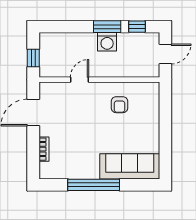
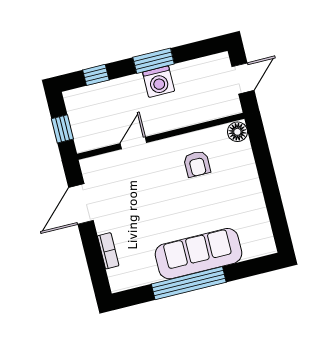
window: (137, 27) -> (96, 75), moved
floor lamp: (153, 90) -> (237, 132), added
sofa: (130, 166) -> (199, 254), moved

